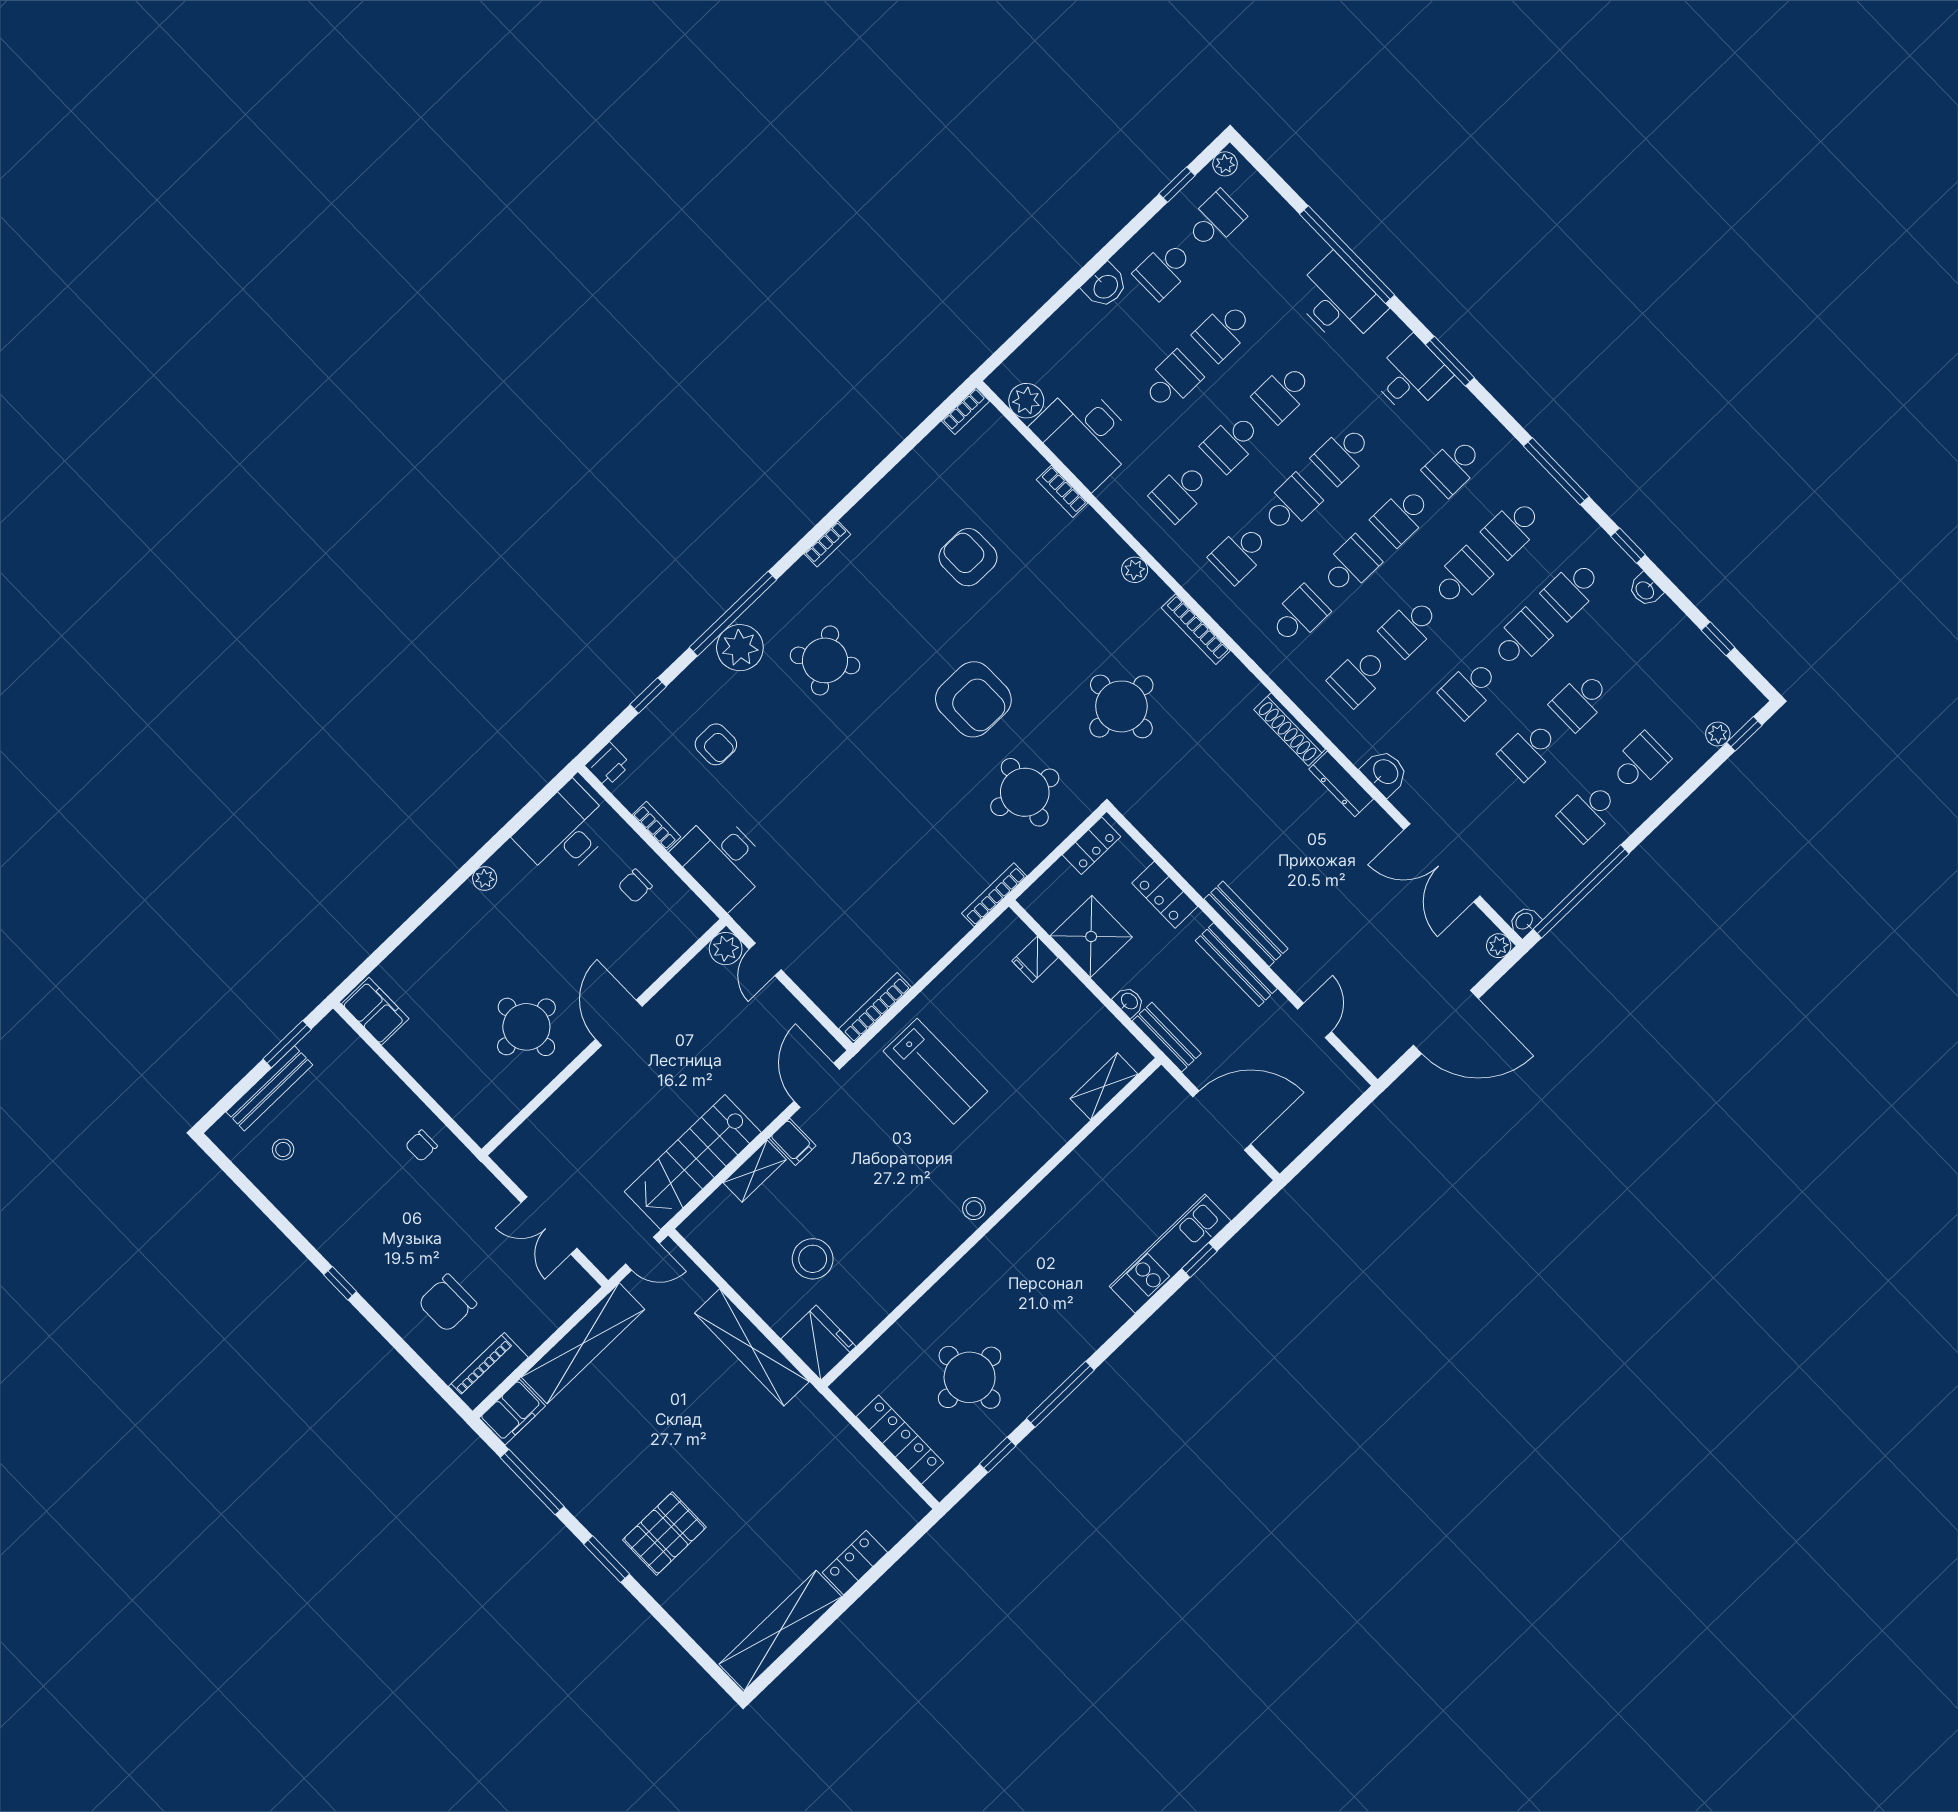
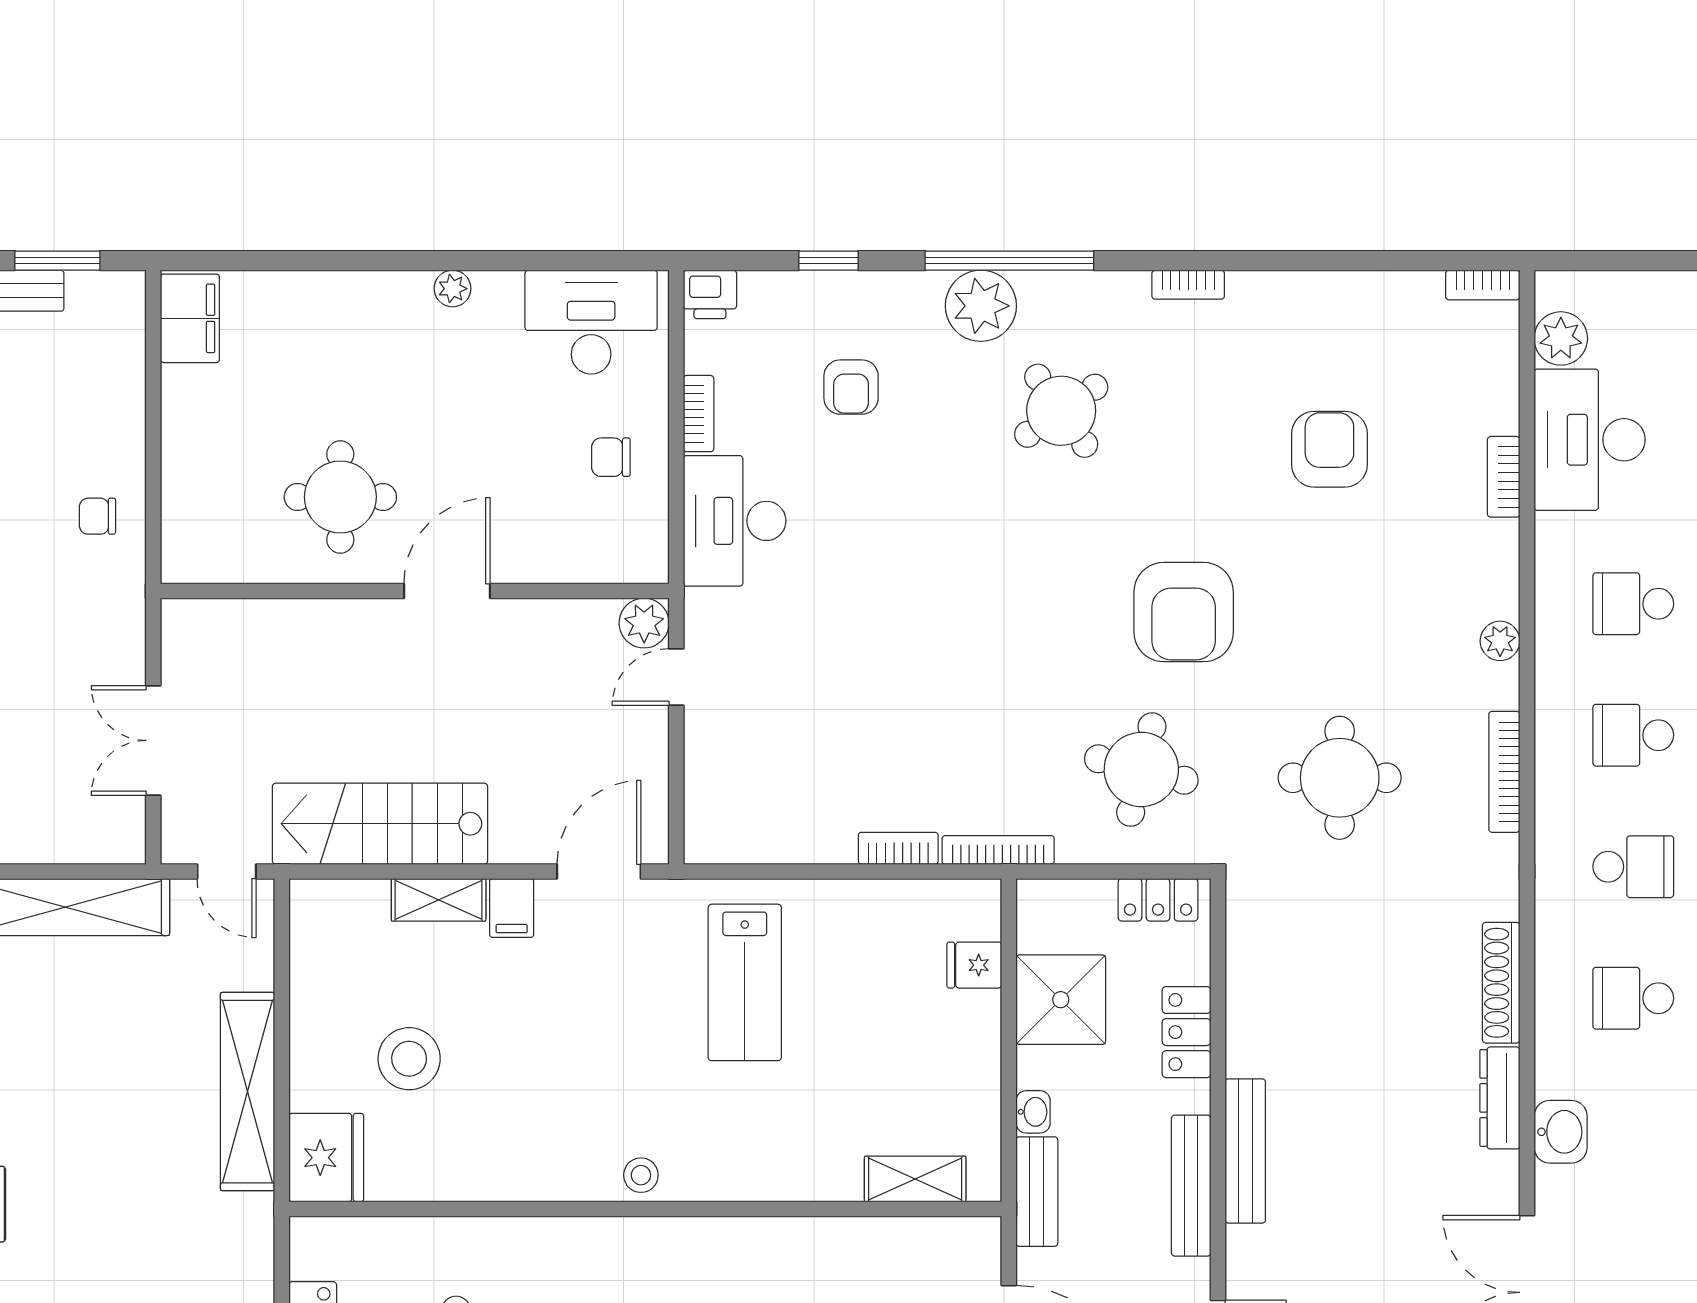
bookcase: (875, 1008) -> (898, 848), moved, width x0.64

